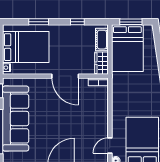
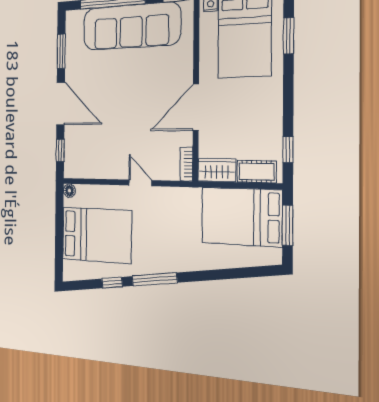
window: (39, 22) -> (289, 36), moved
window: (77, 22) -> (288, 149), moved
door: (110, 146) -> (140, 183), moved

